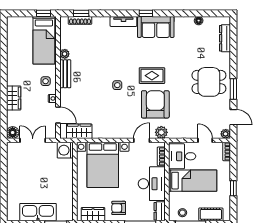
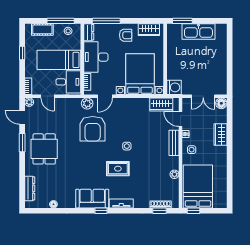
bed: (44, 40) -> (198, 187), width x1.50
bench: (65, 74) -> (174, 143), moved
rug: (152, 76) -> (118, 169), moved
dining table: (209, 82) -> (44, 149), turned 90

